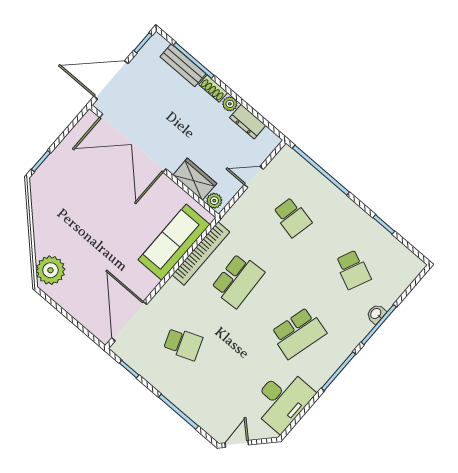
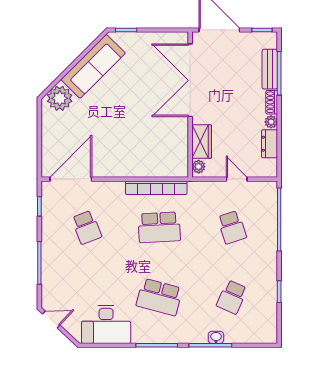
school desk: (292, 217) -> (232, 227), turned -30
sofa: (174, 242) -> (93, 66), moved, turned 135

